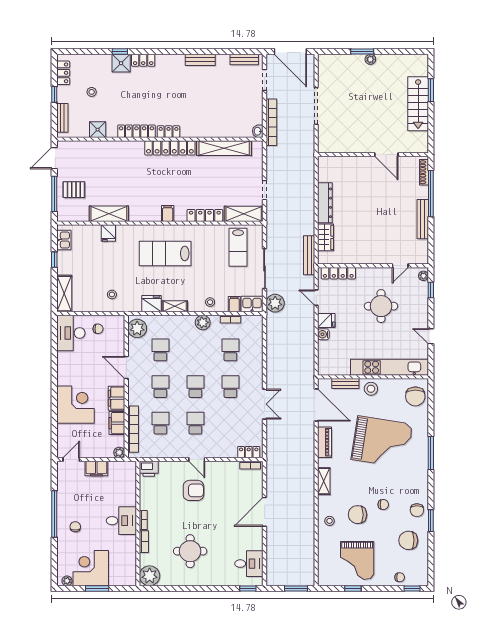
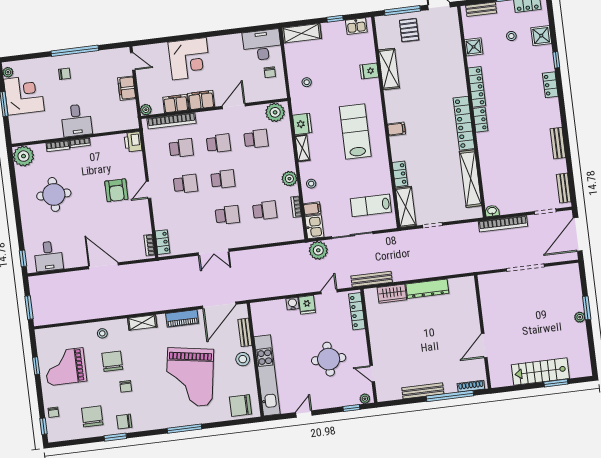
shower: (121, 63) -> (541, 36), moved
locker: (205, 215) -> (400, 174), width x0.66

